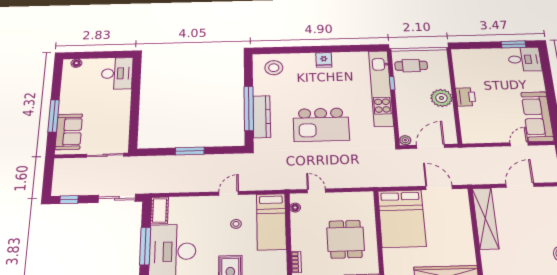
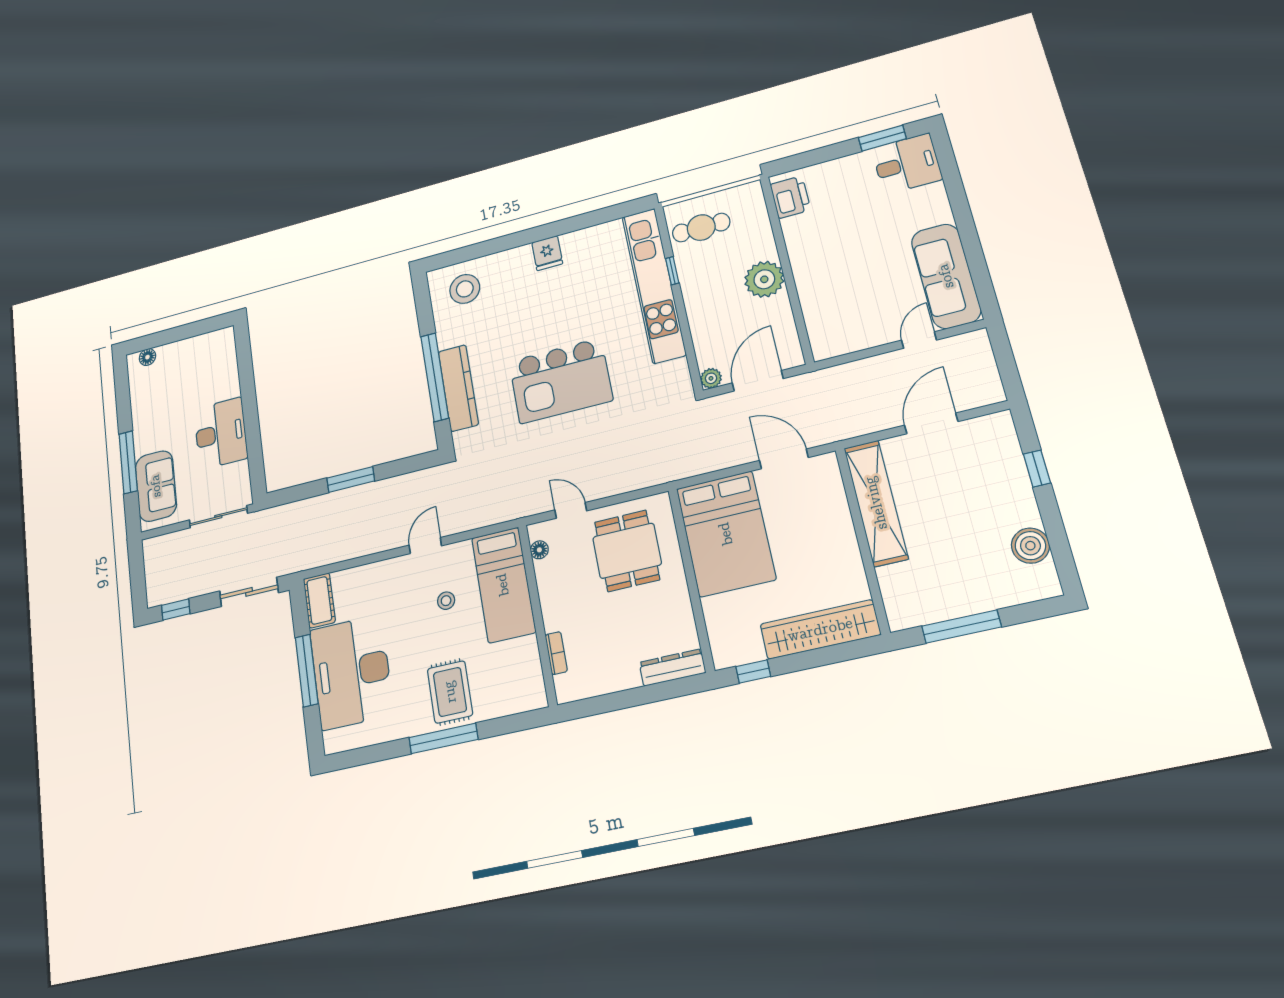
desk: (117, 73) -> (221, 433), moved
printer: (466, 97) -> (790, 197), moved
dining table: (346, 239) -> (627, 551), moved

